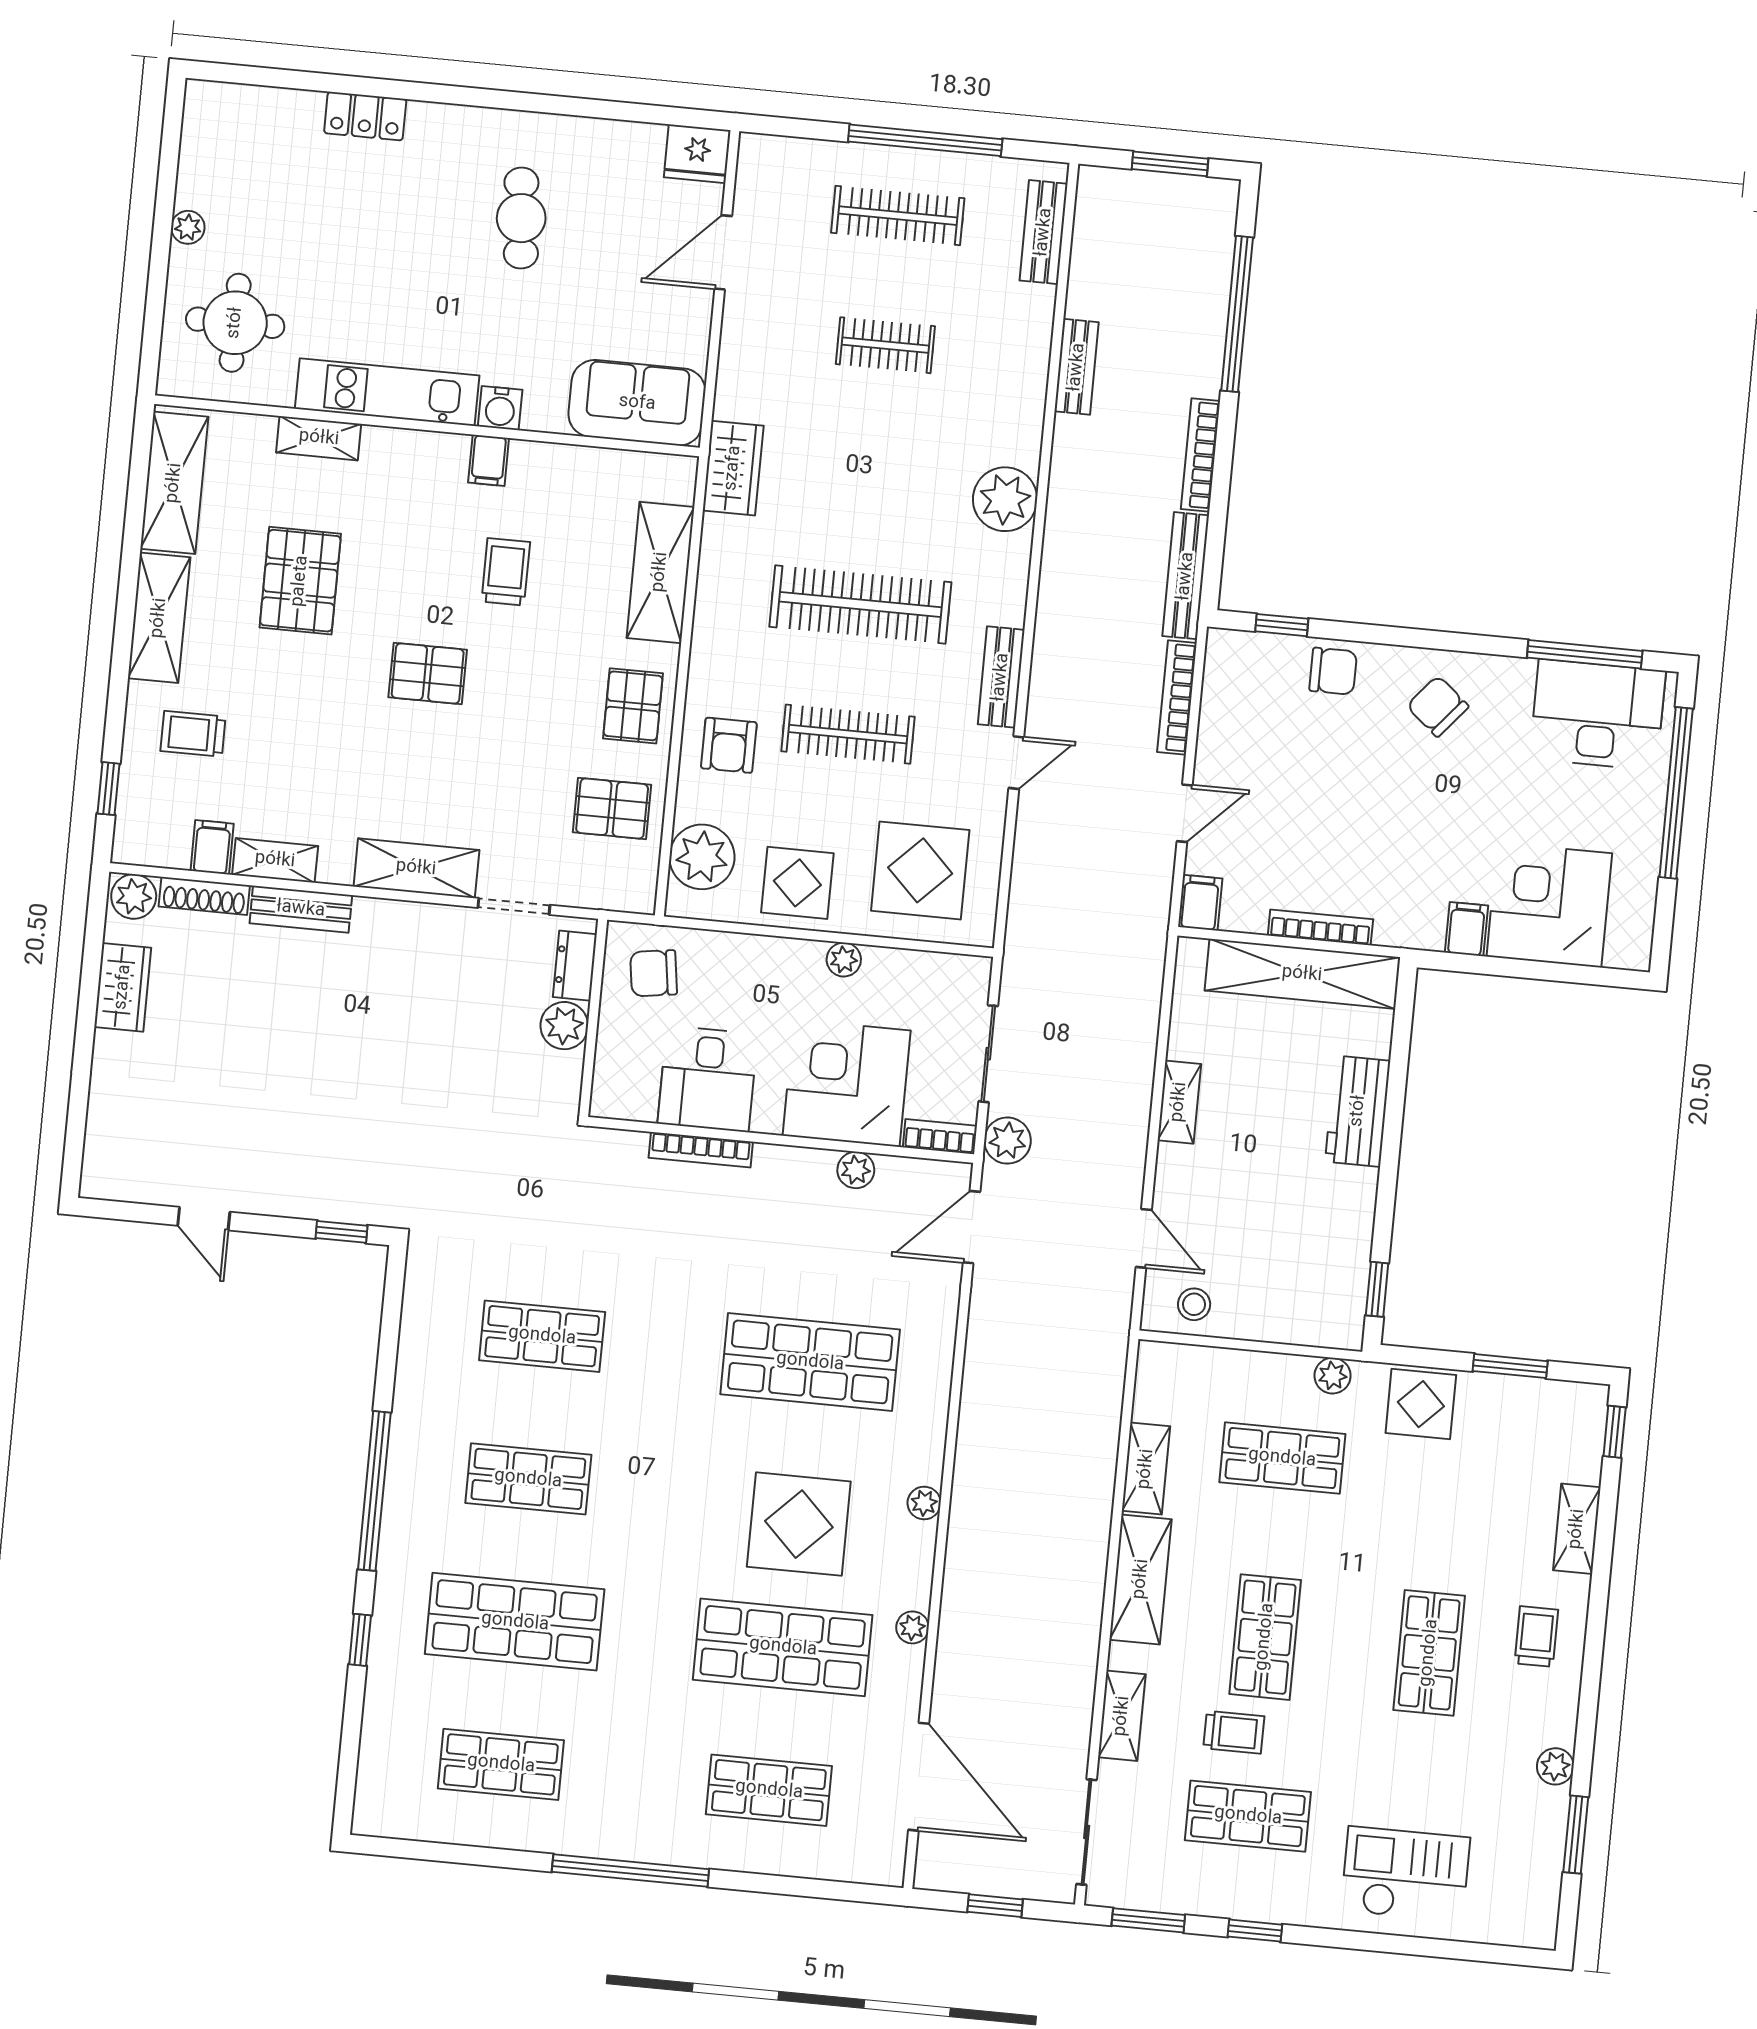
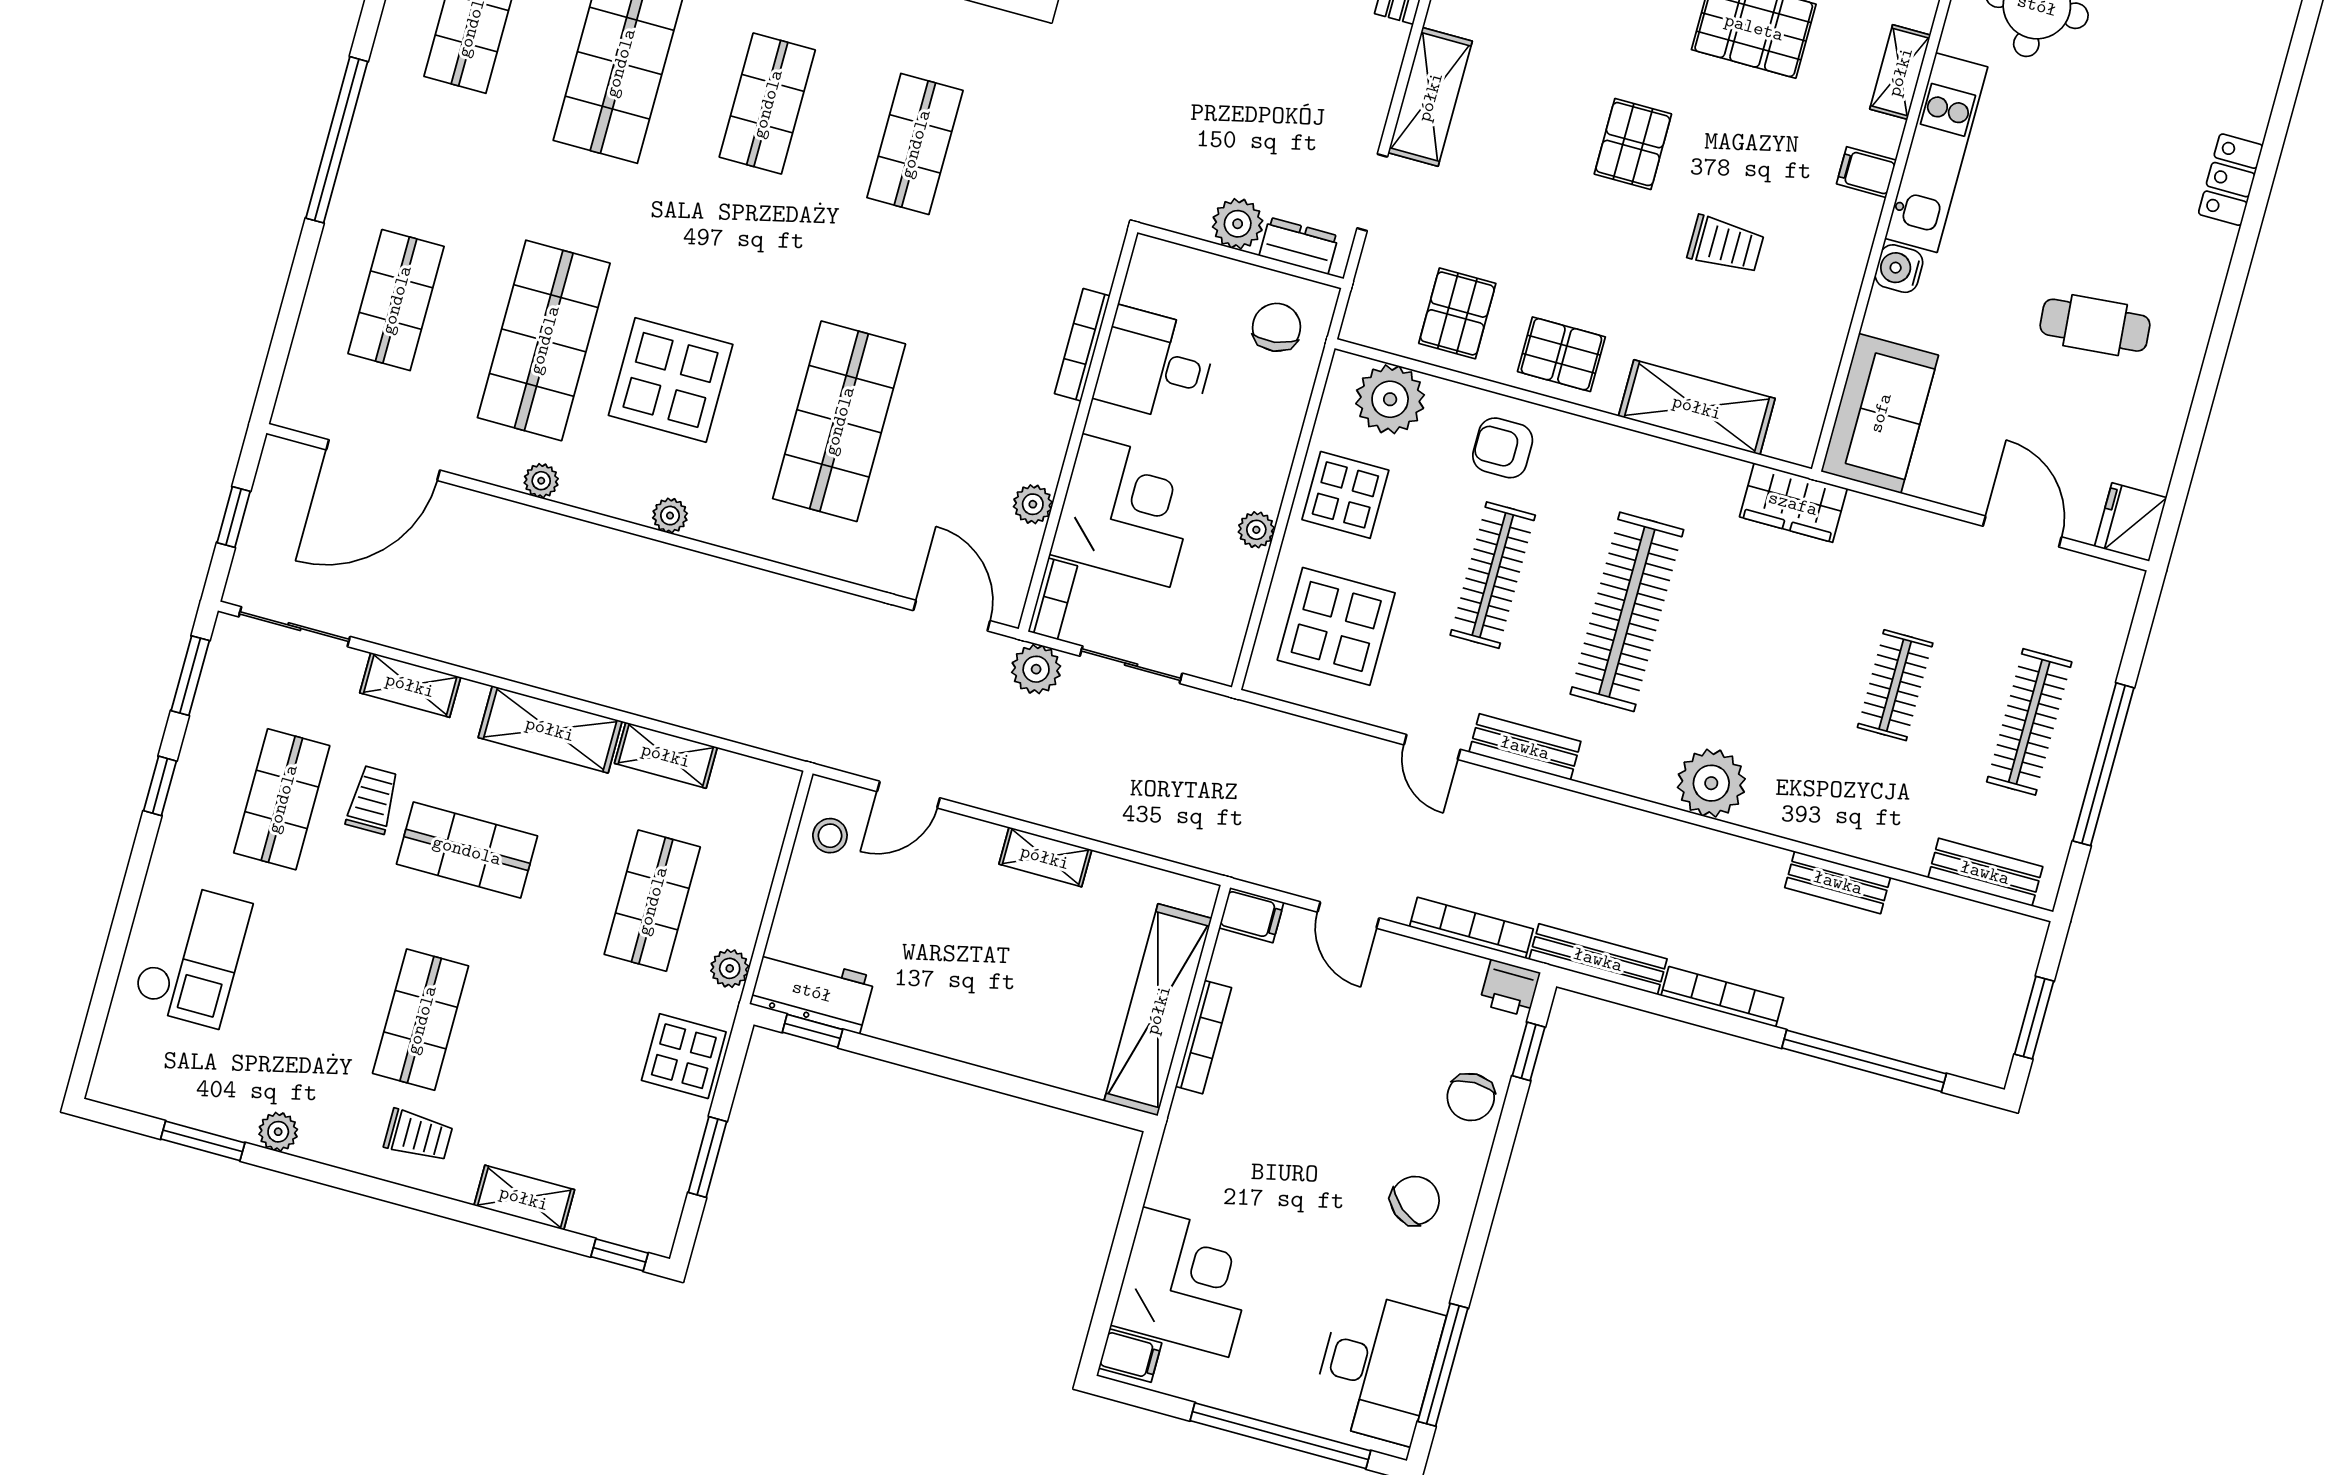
filing cabinet: (489, 460) -> (1866, 172), moved
printer: (1226, 653) -> (1510, 988), added
filing cabinet: (1466, 929) -> (1130, 1356), moved
workbench: (1358, 1111) -> (812, 991), moved
shop shelf: (1429, 1653) -> (421, 1020), turned 90
trolley: (1234, 1732) -> (373, 800), turned 180

